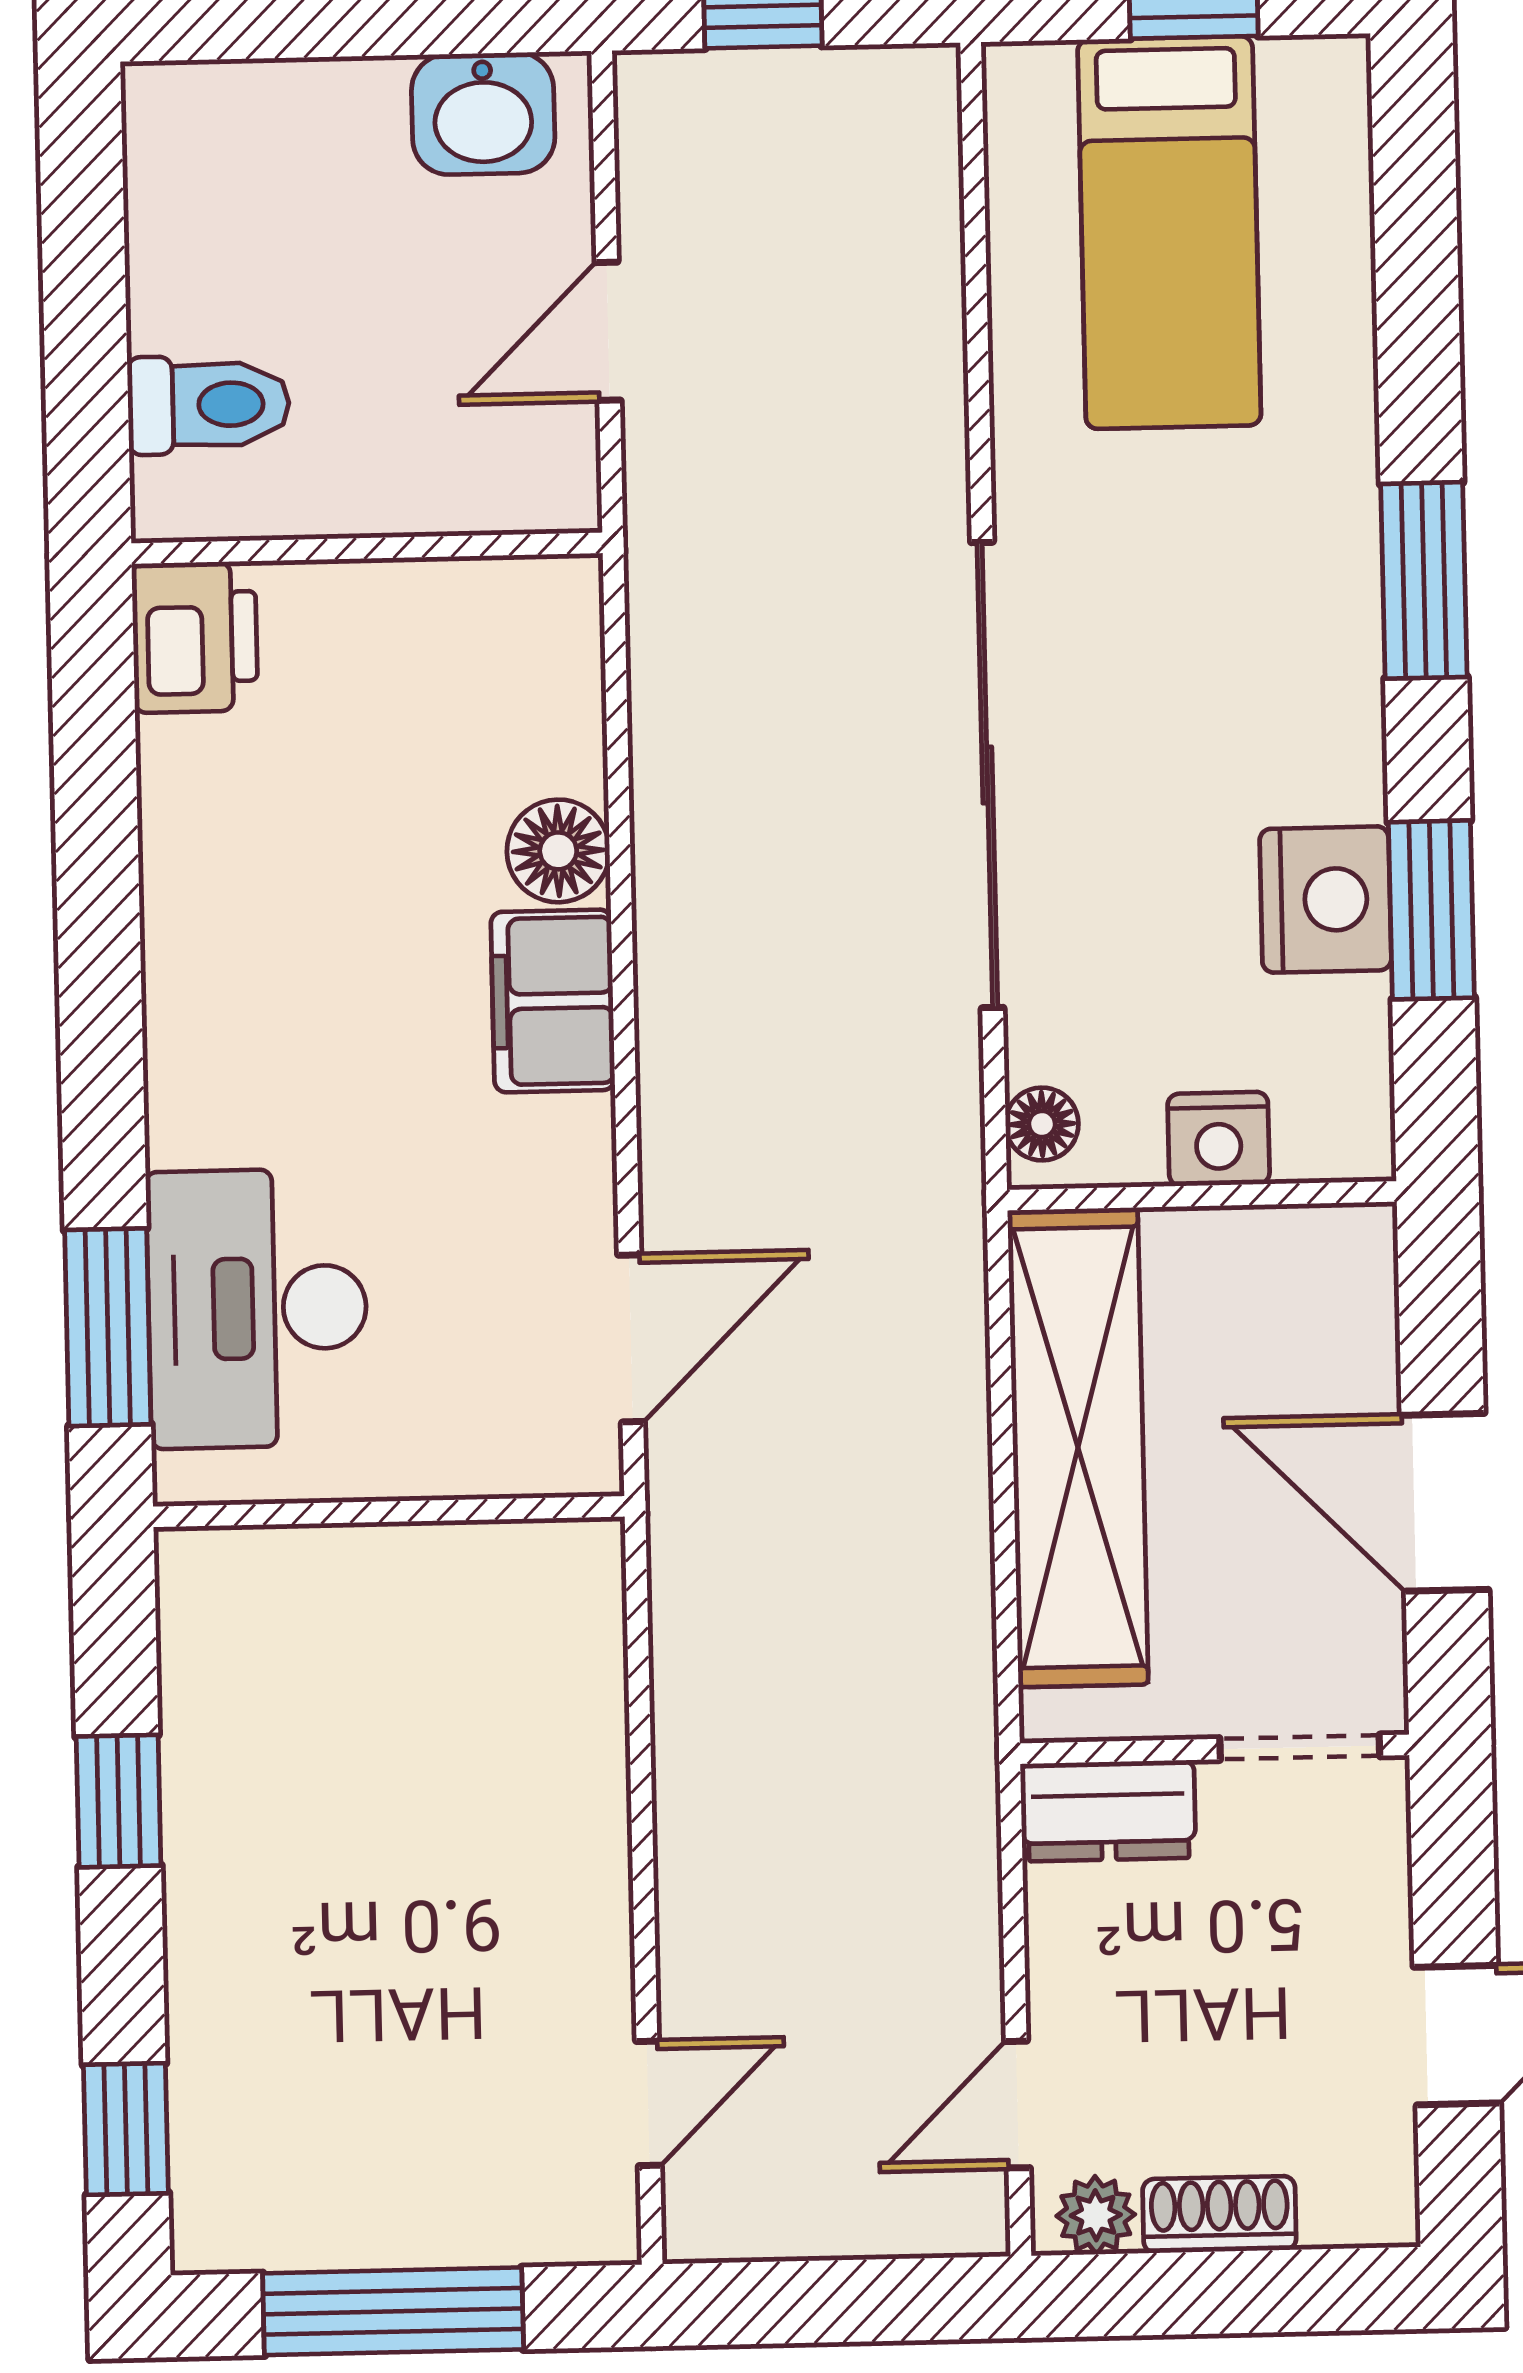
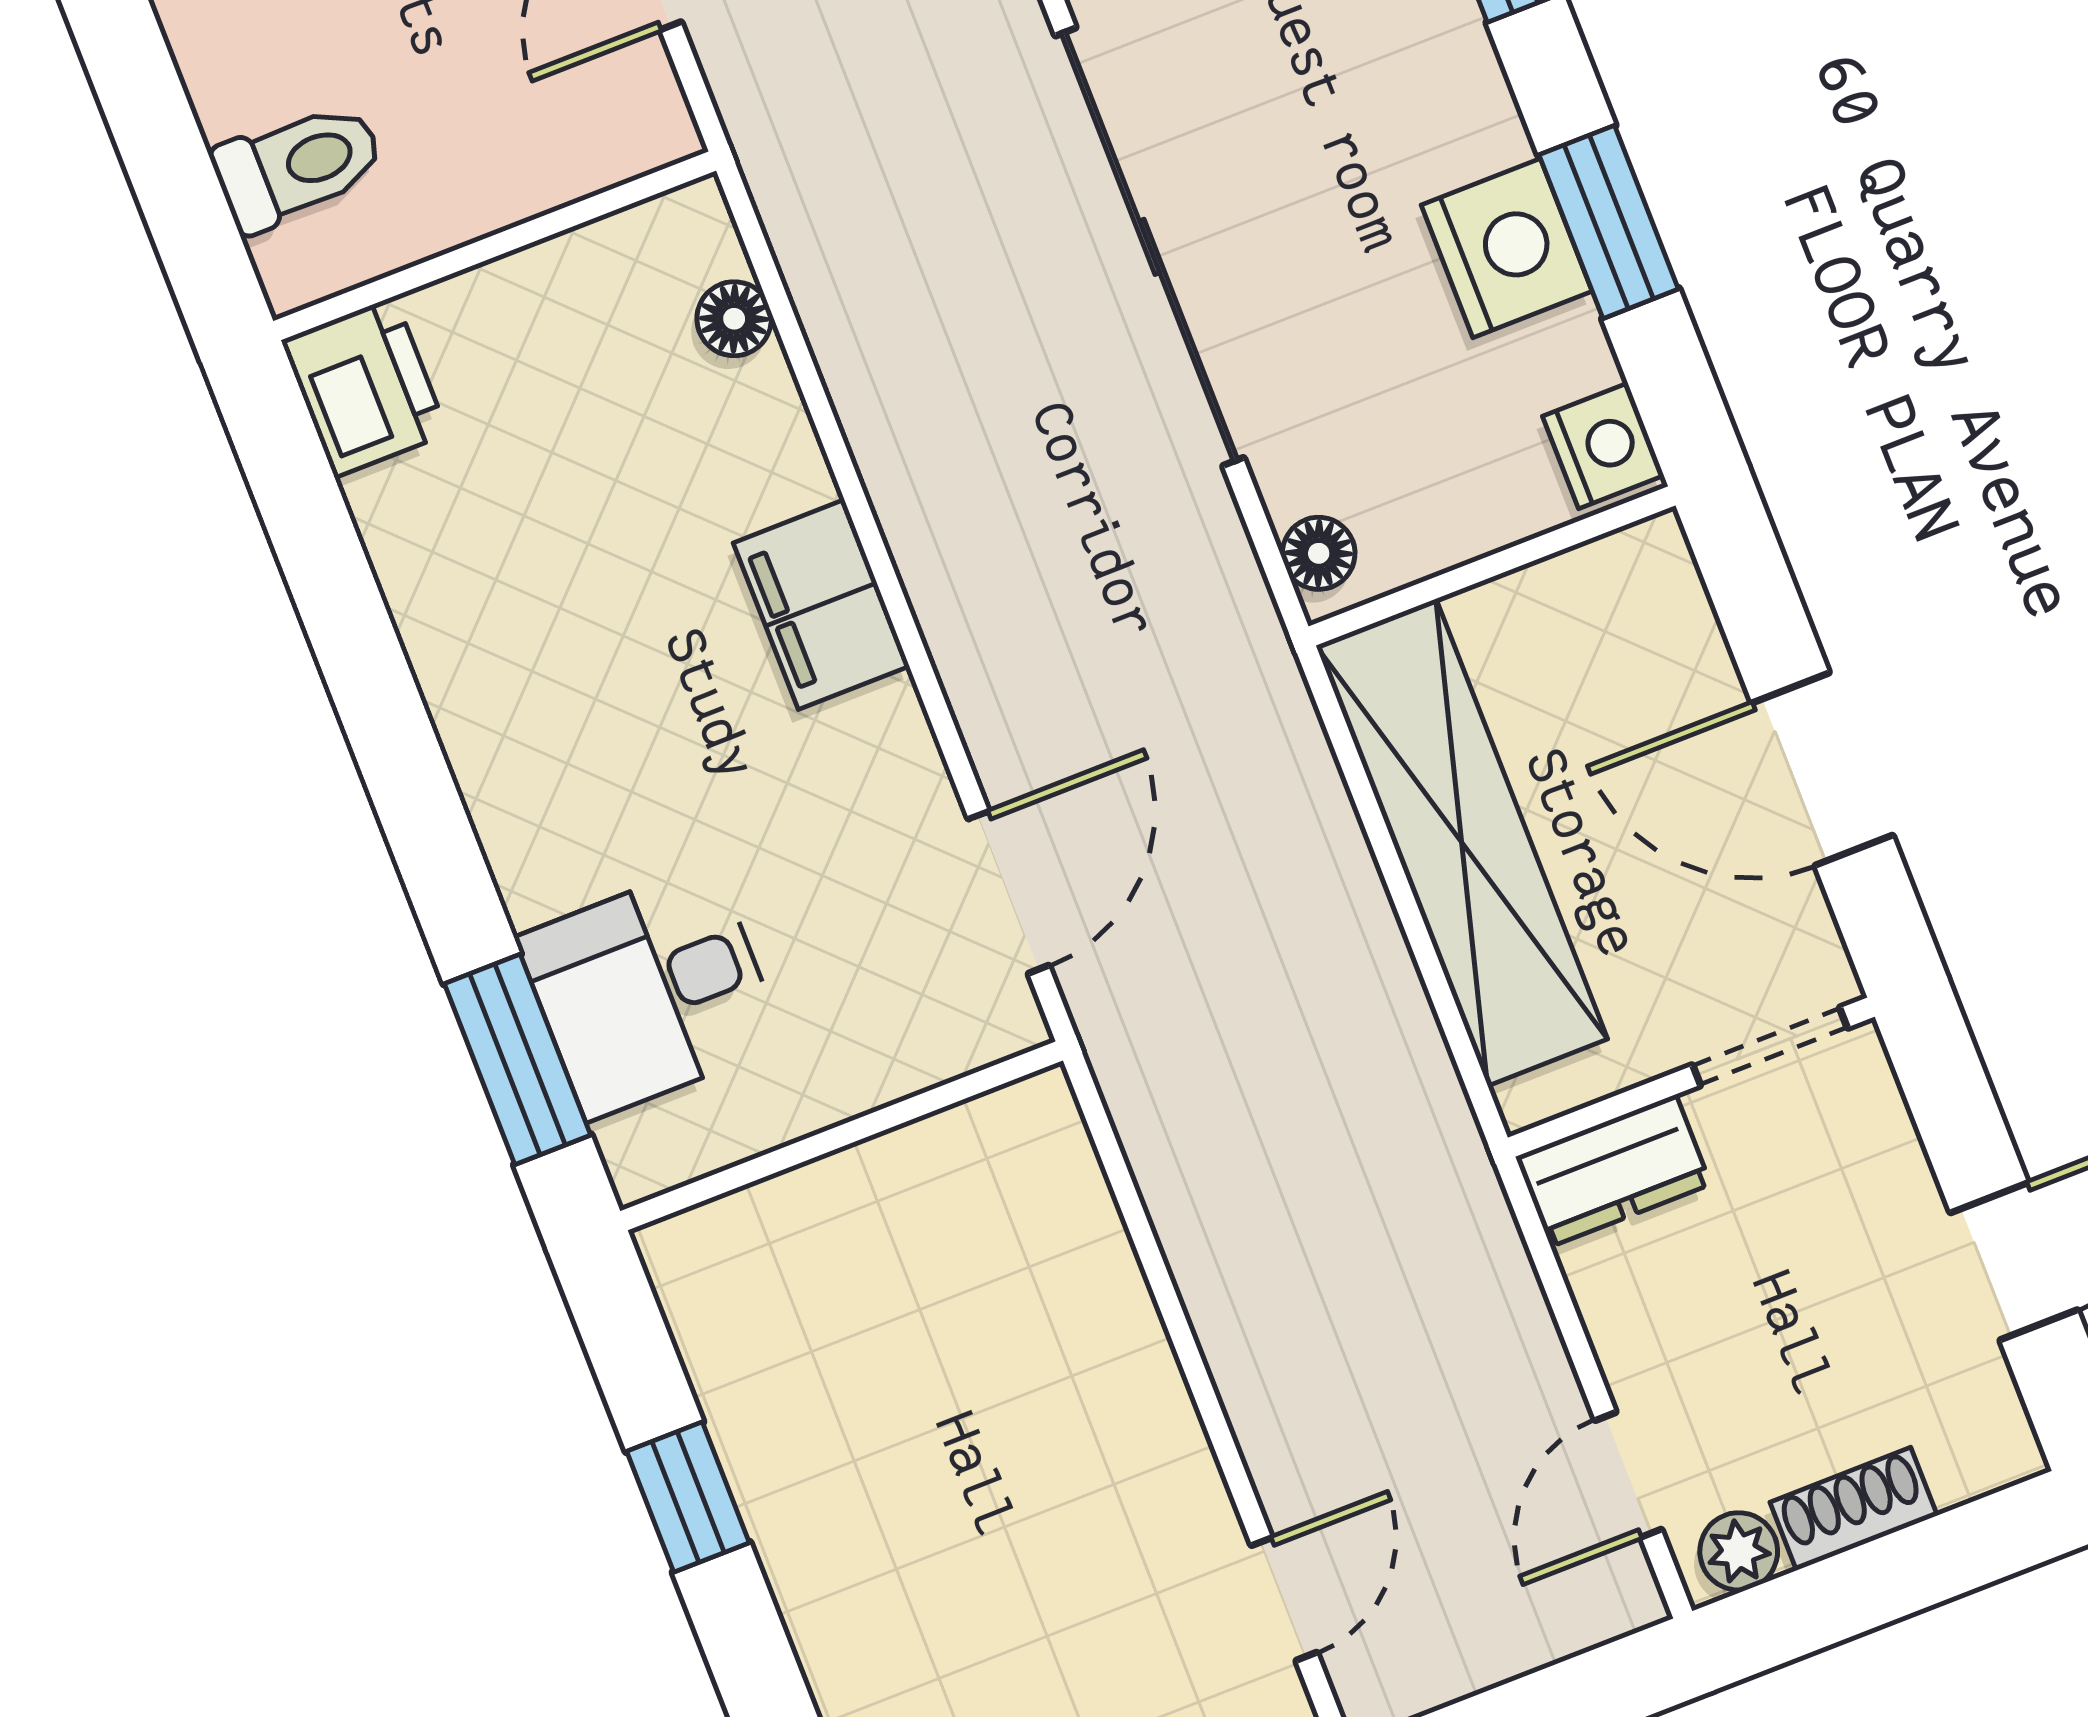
floor lamp: (558, 851) -> (734, 319), moved, width x0.73, depth x0.73
nightstand: (1219, 1139) -> (1603, 446), moved, turned -90
desk: (257, 1308) -> (650, 991), width x0.73

